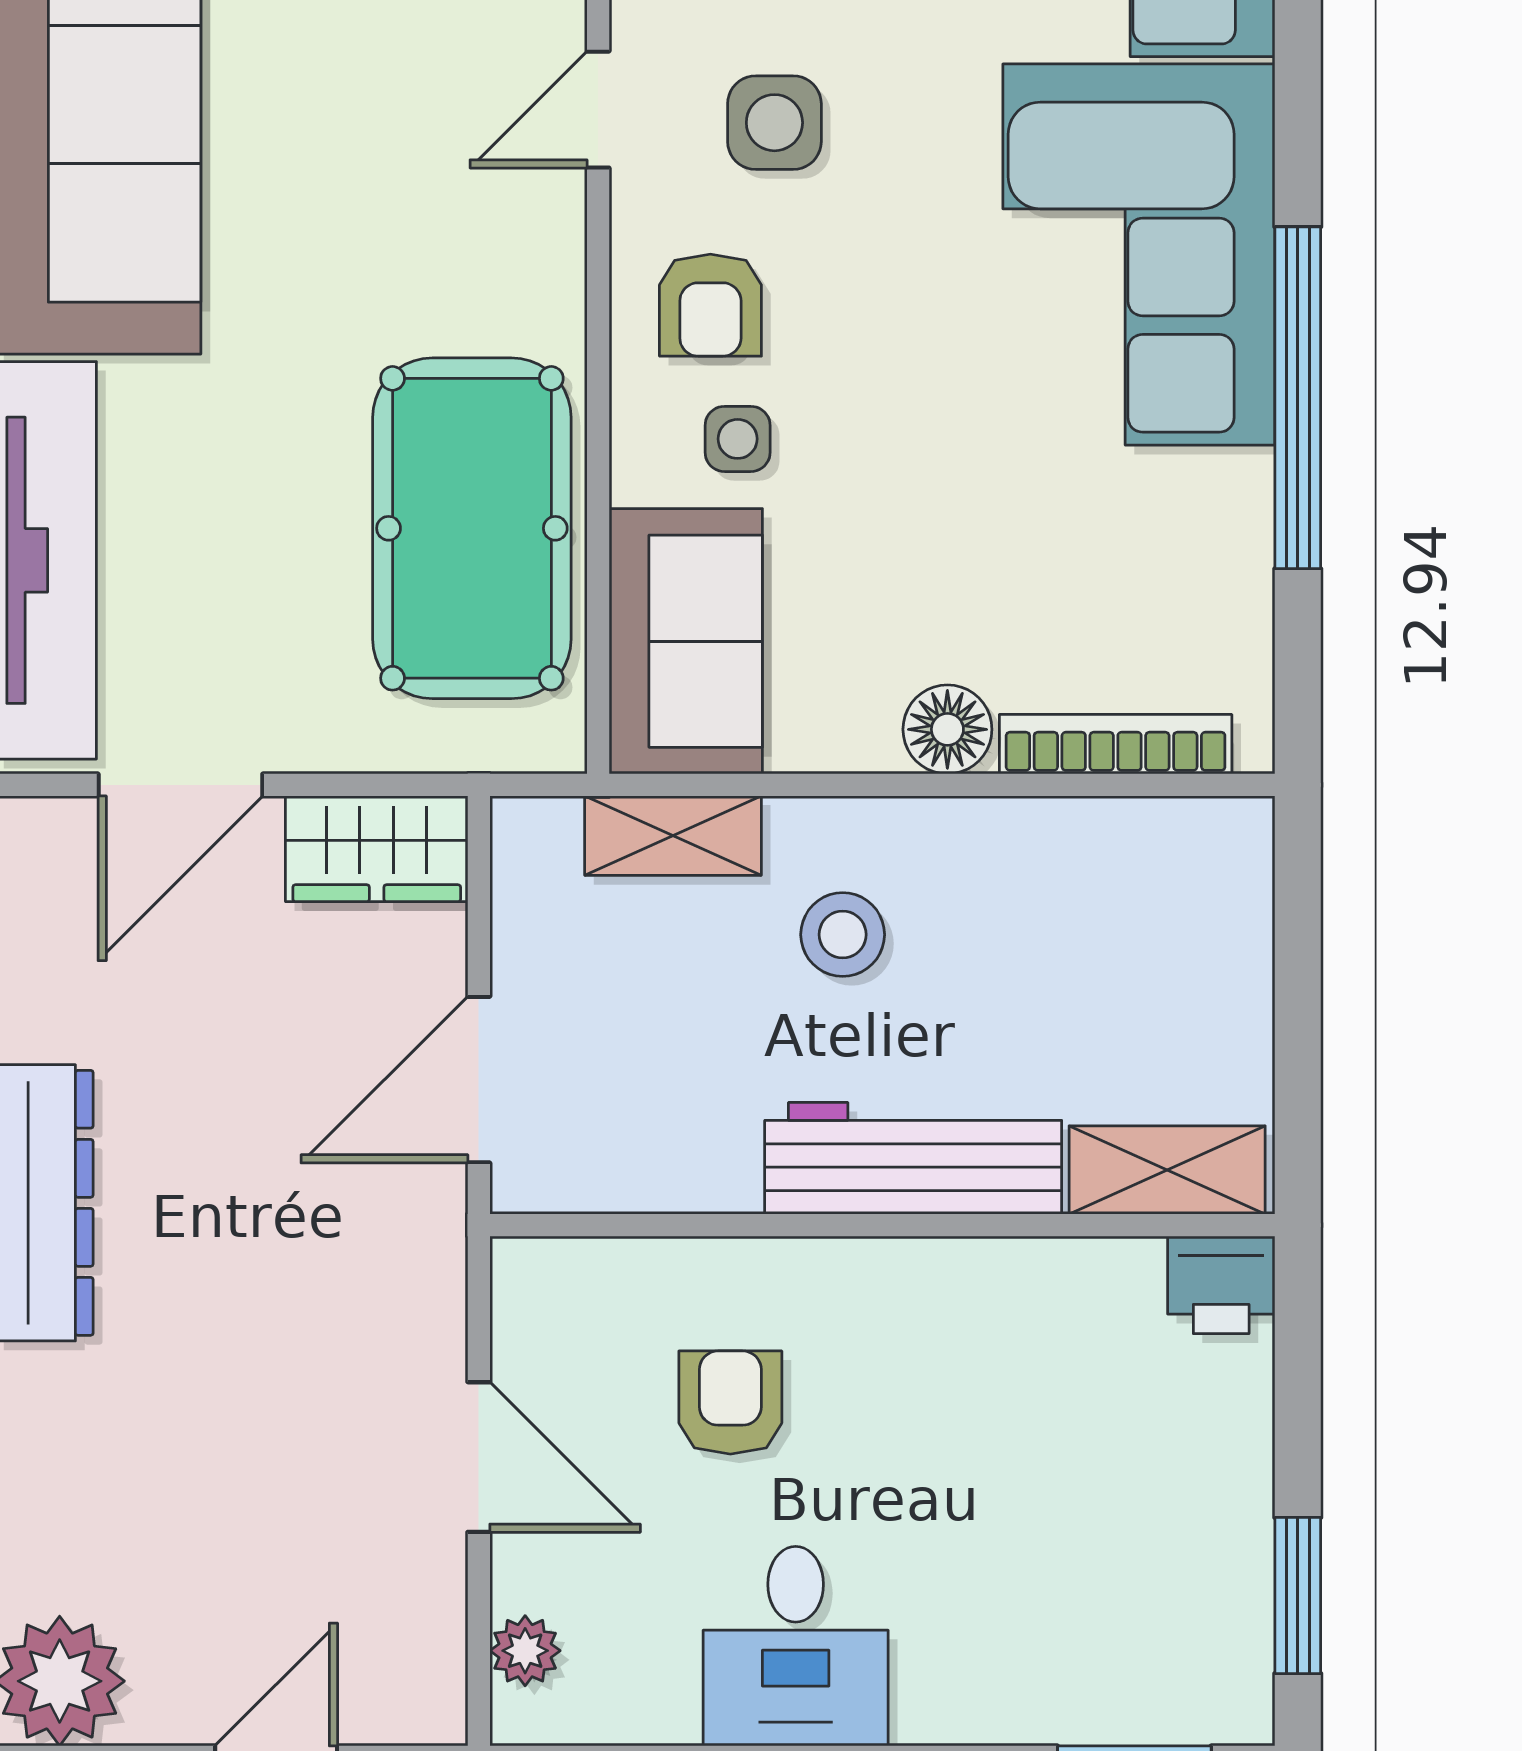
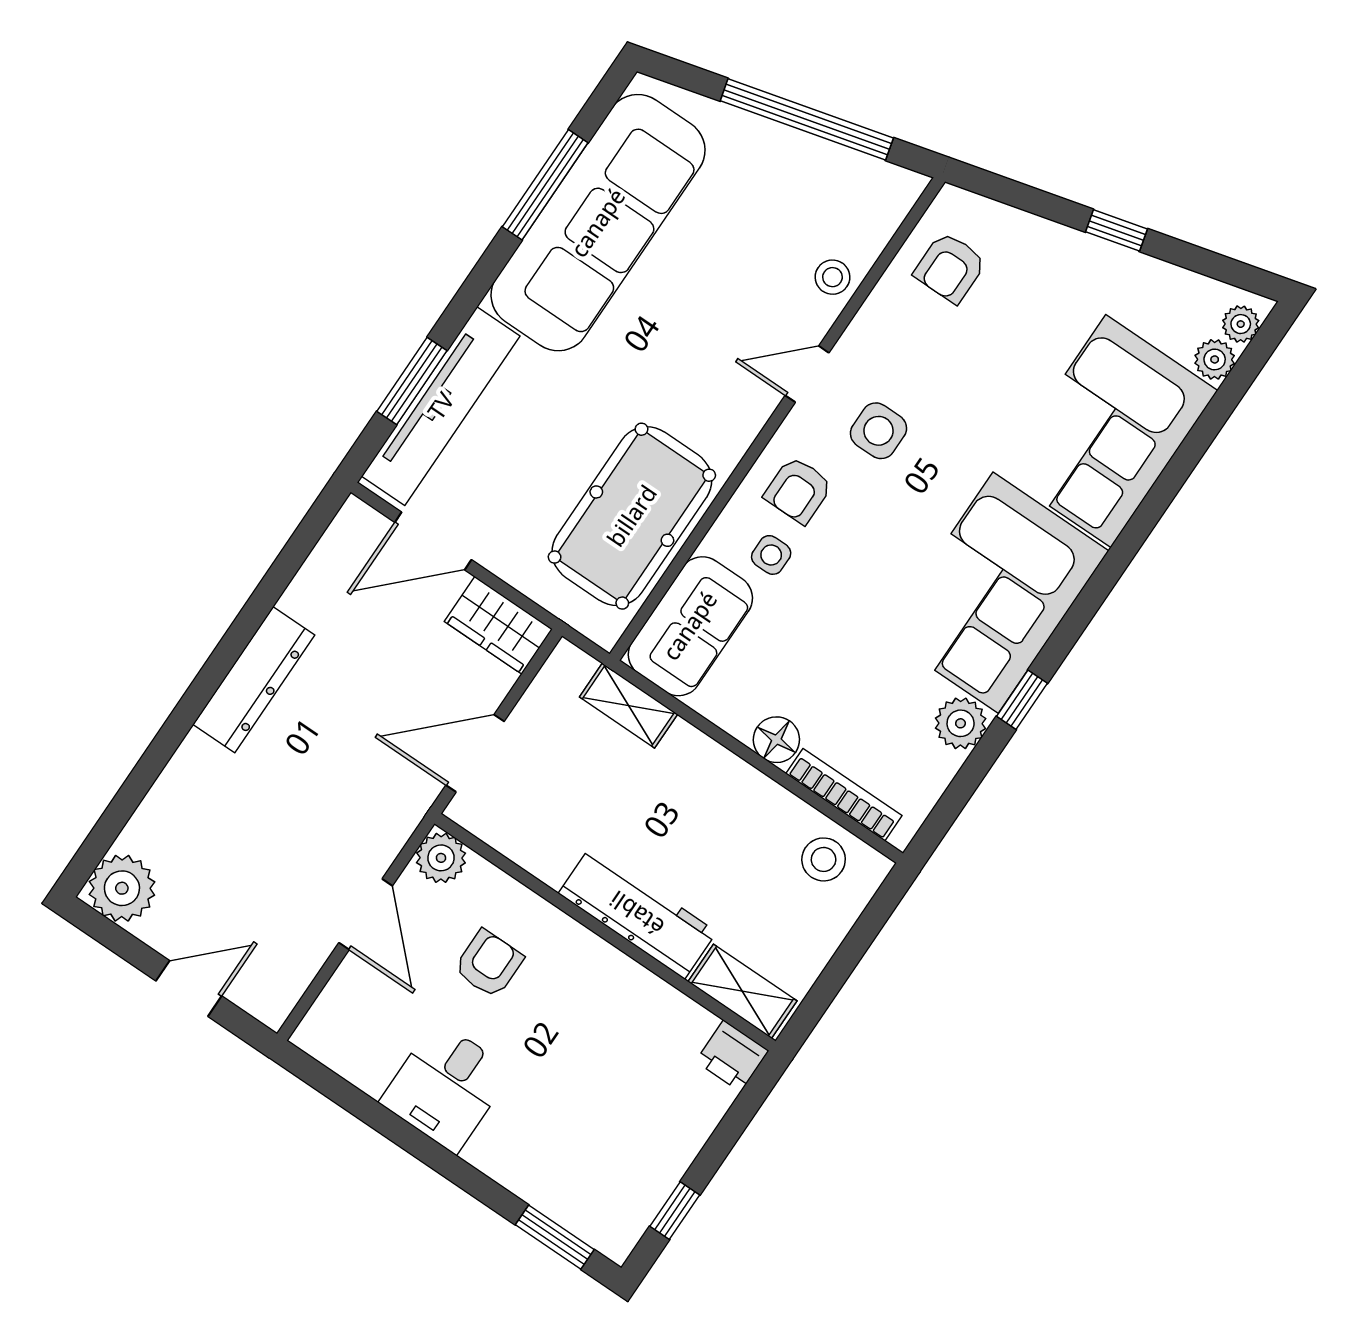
window: (1298, 398) -> (1022, 700), width x0.32
plant: (1225, 502) -> (961, 723), added
stool: (843, 935) -> (824, 859), moved
window: (1298, 1595) -> (675, 1211), width x0.67
plant: (525, 1651) -> (441, 858), moved, width x1.38, depth x1.38

